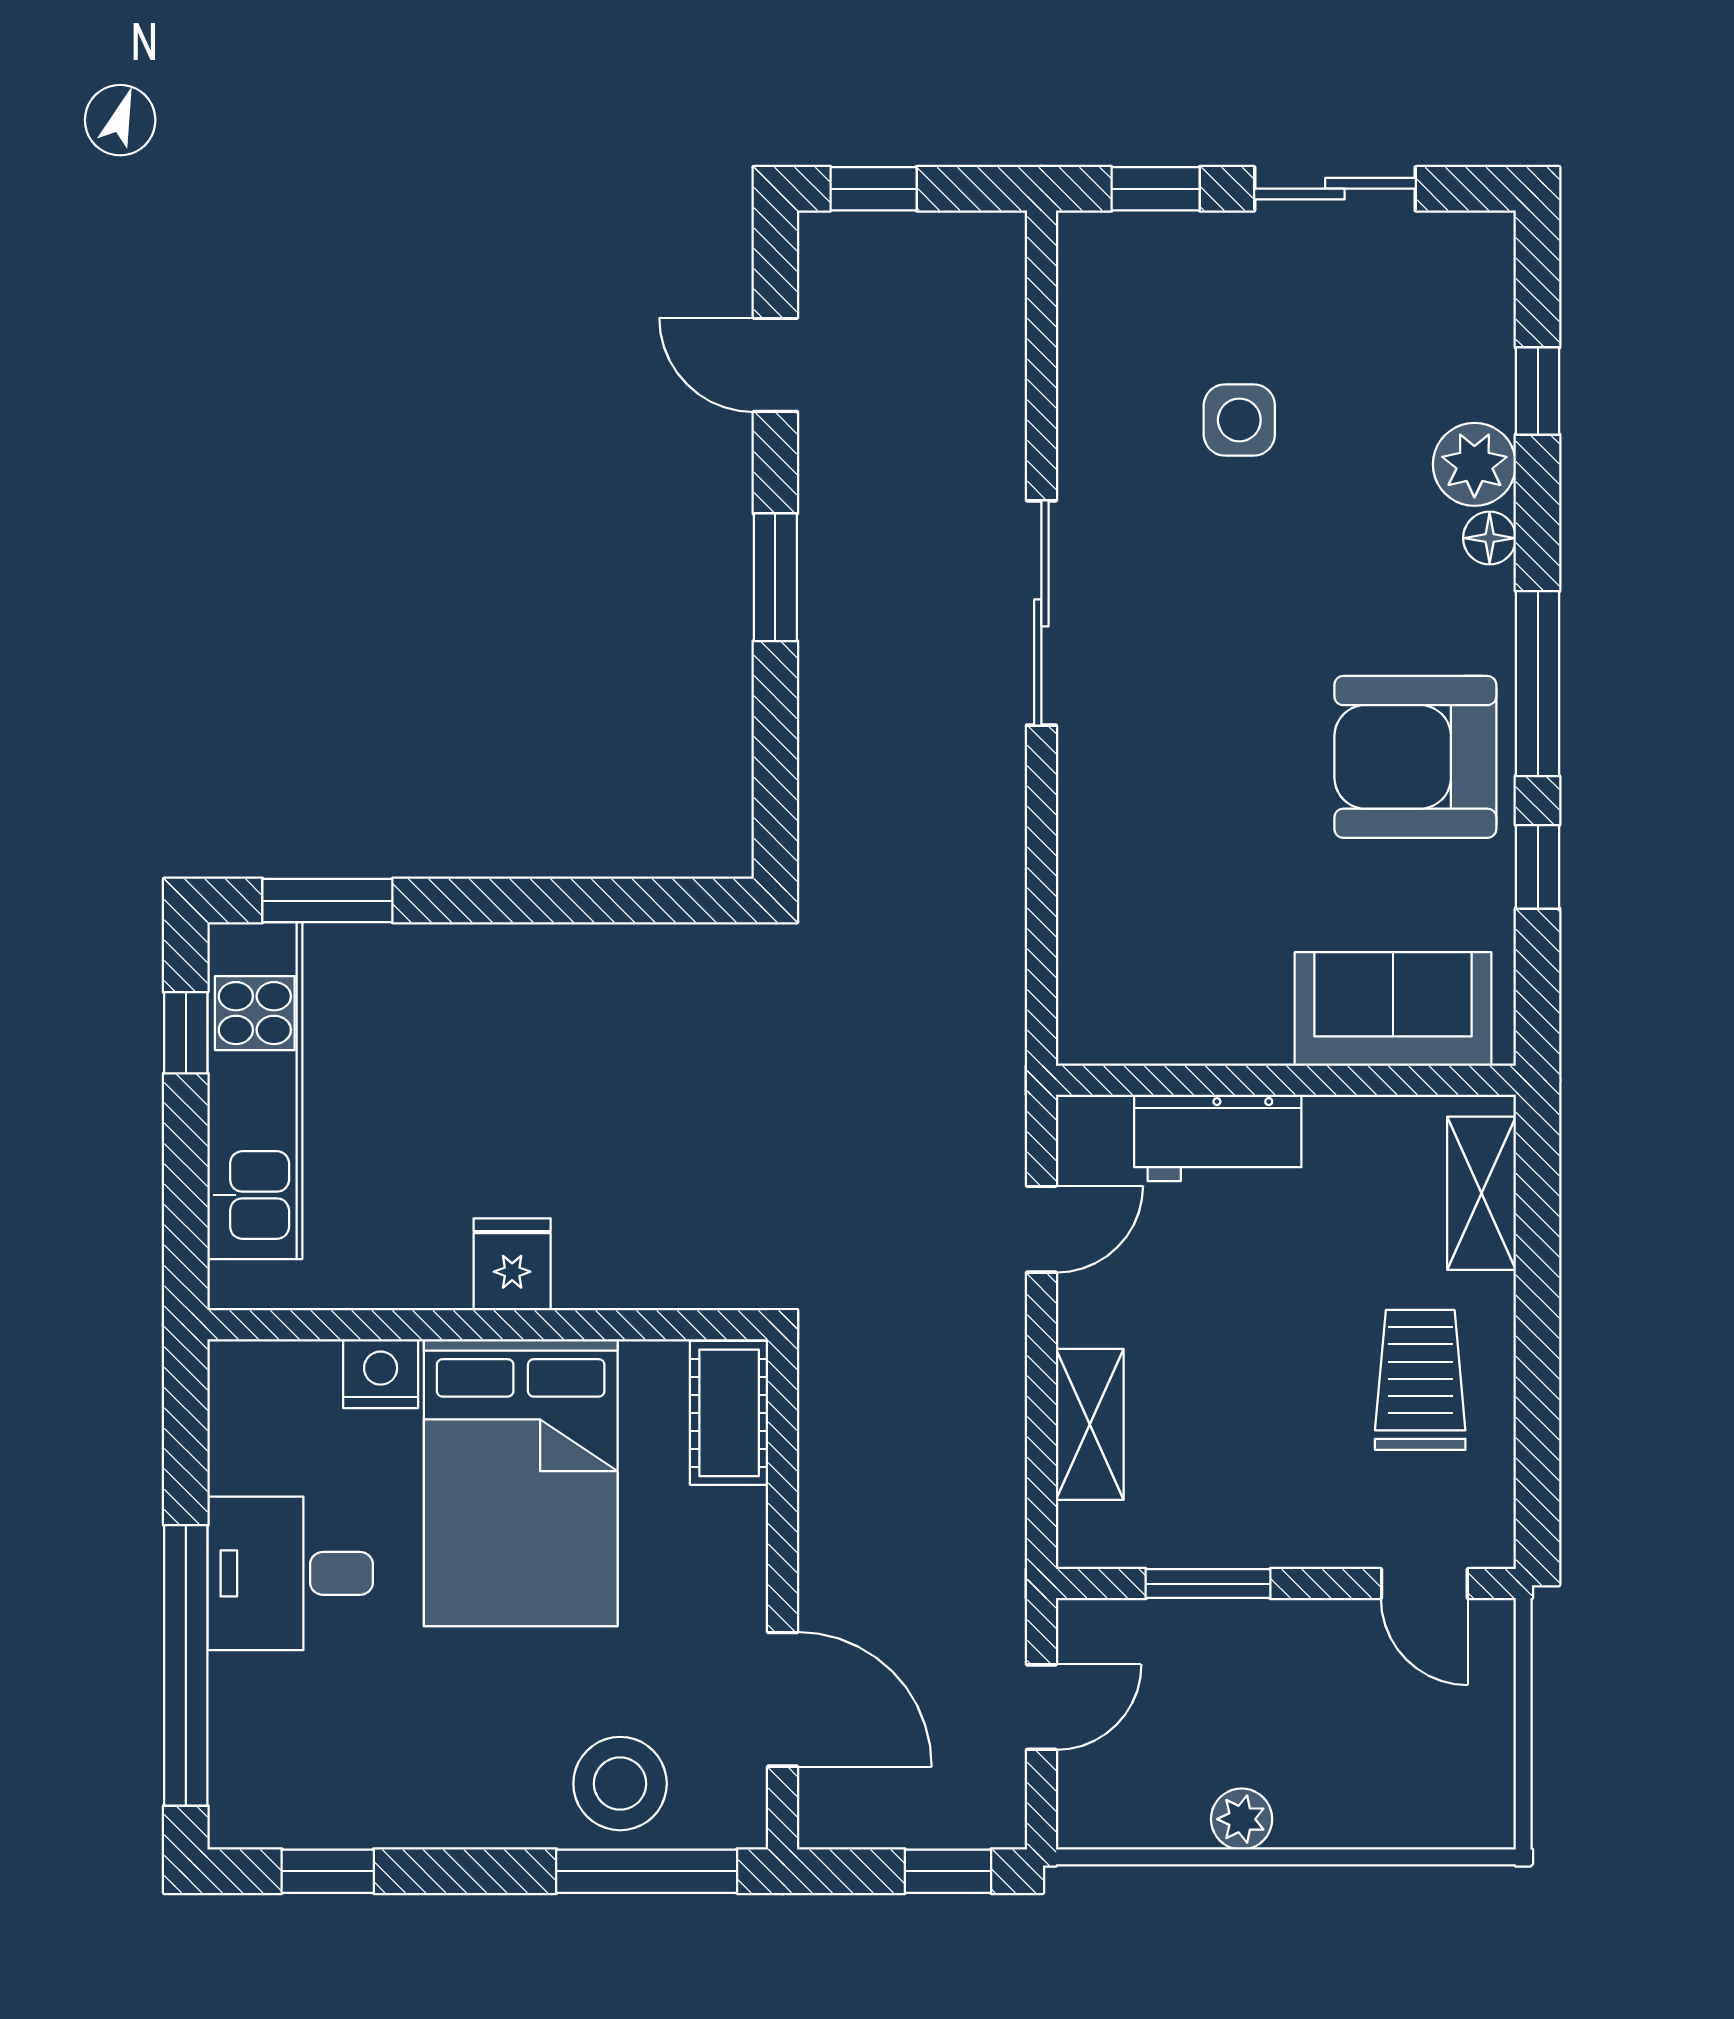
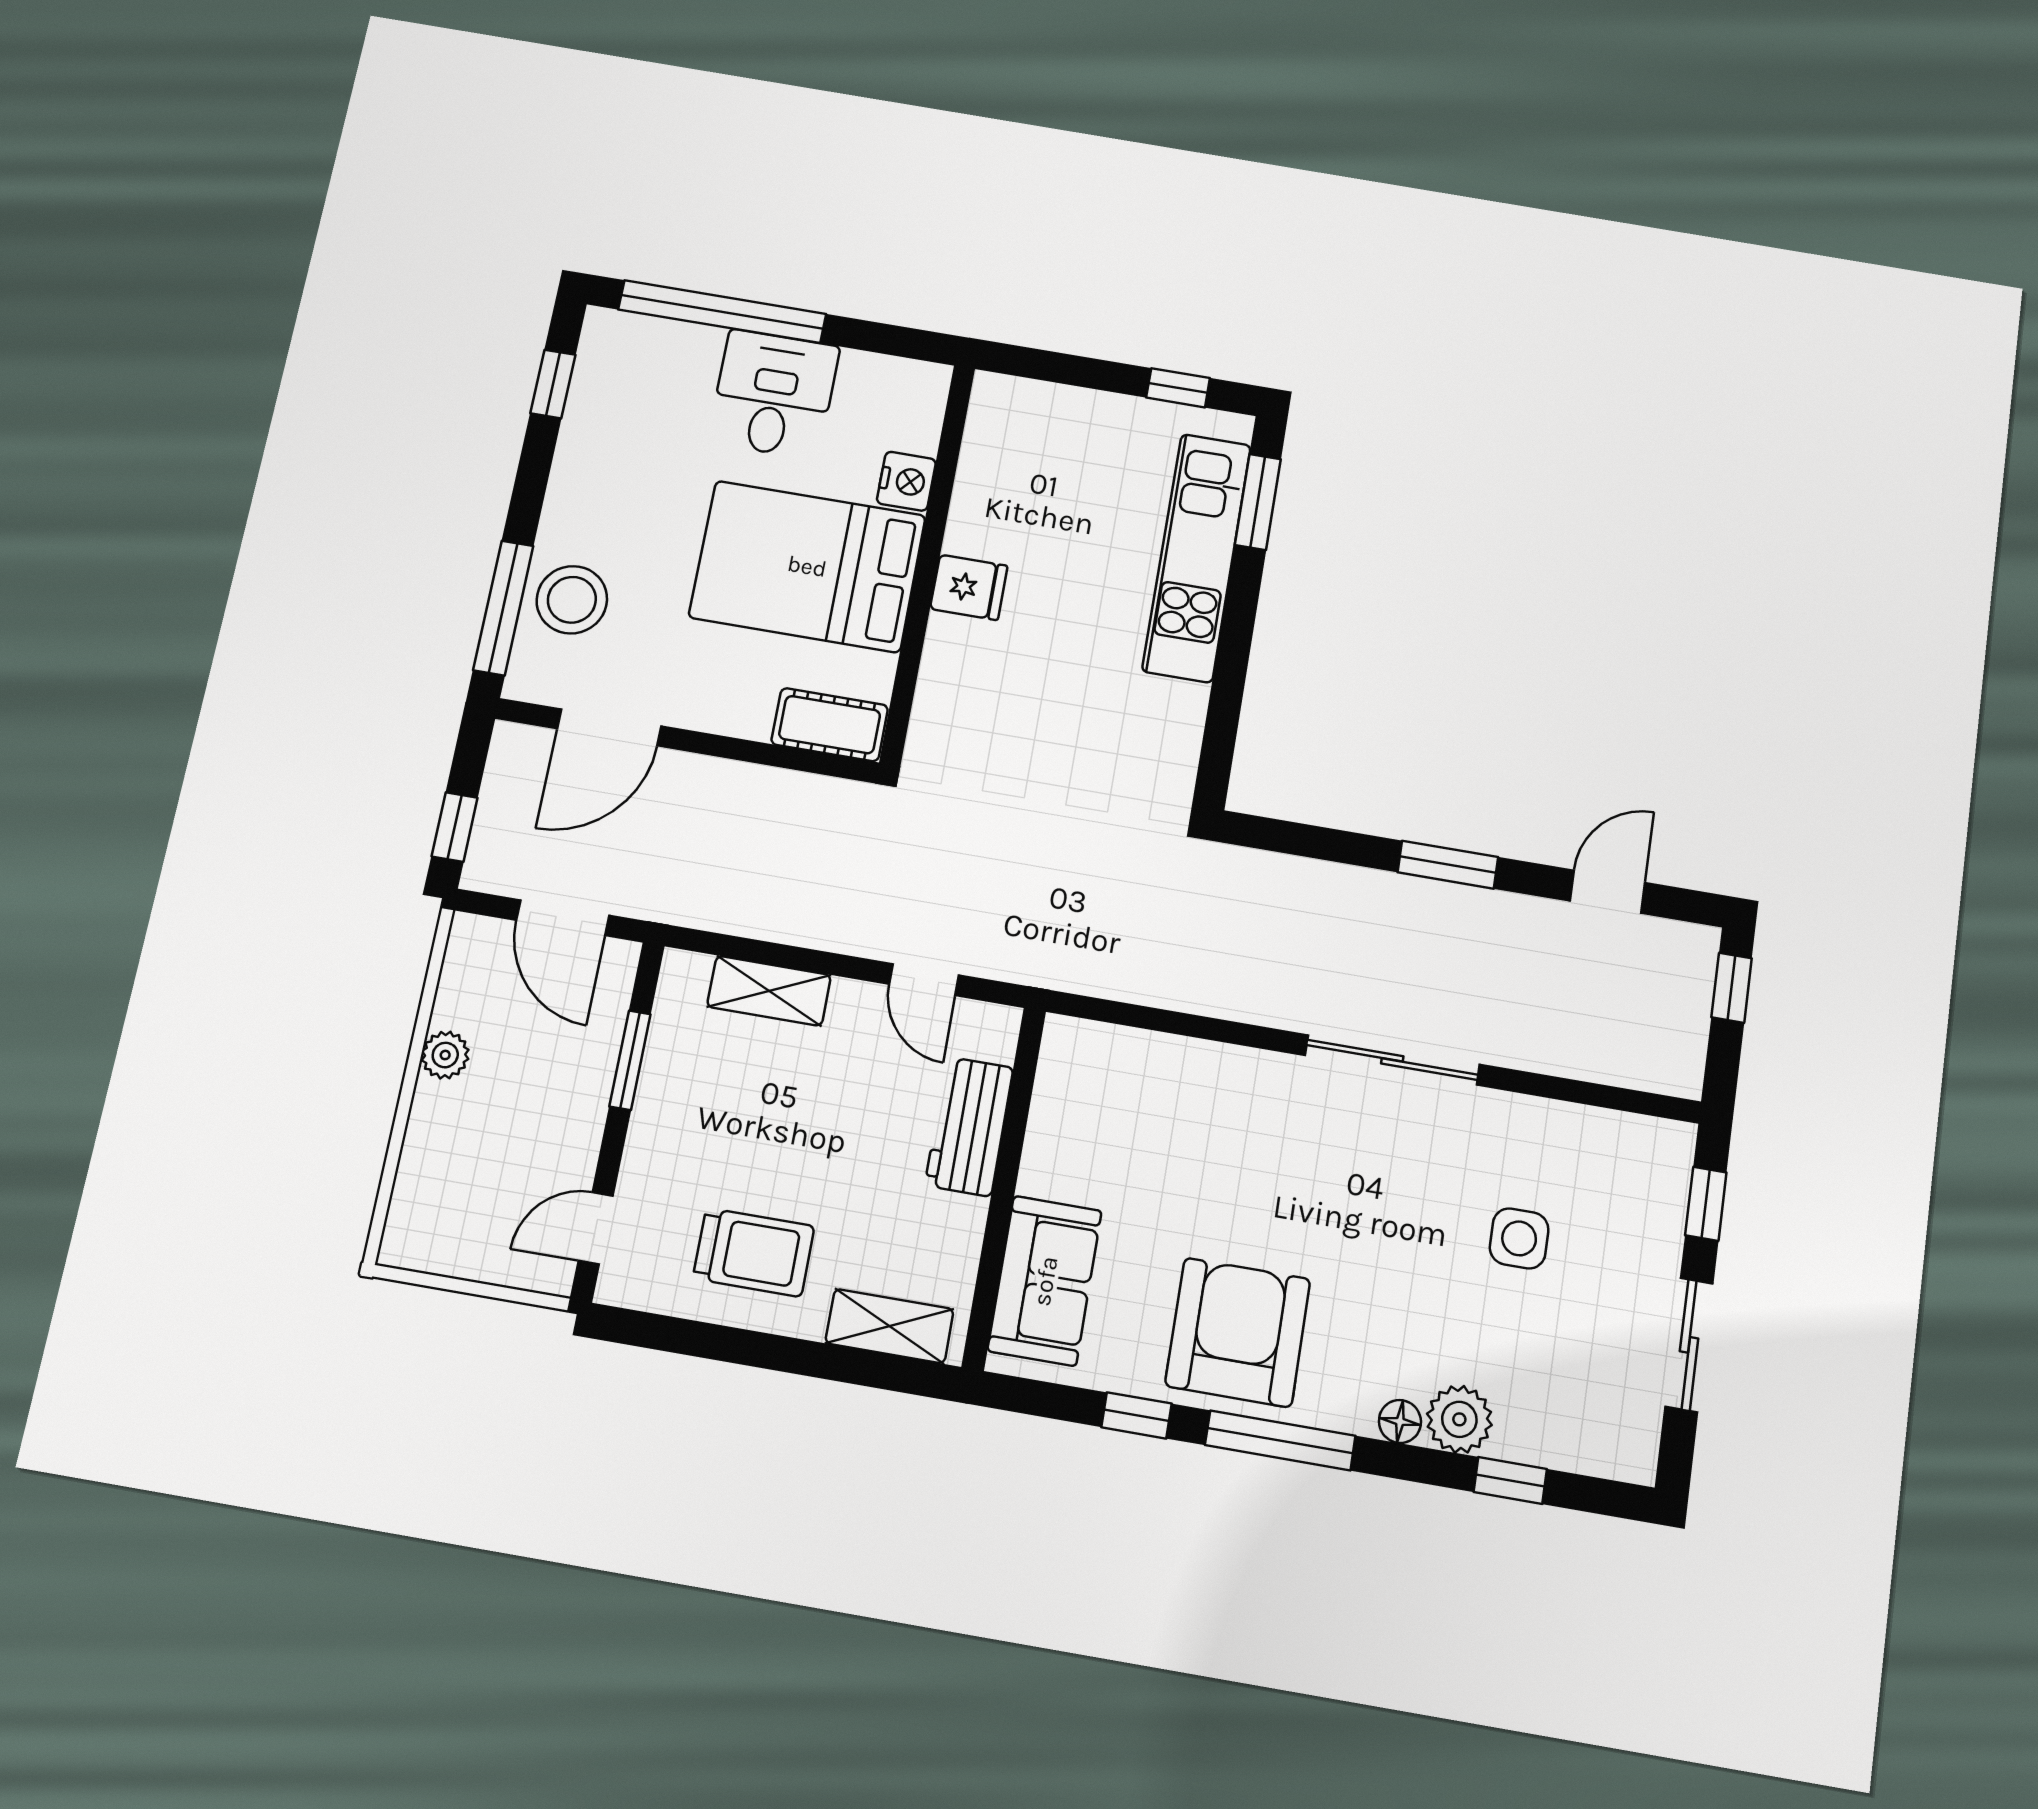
kitchen unit: (255, 1091) -> (1197, 557), moved, turned 90
door: (1041, 1707) -> (563, 918), width x1.38

